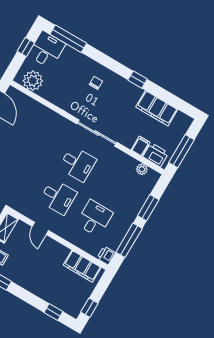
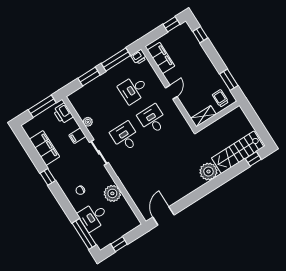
desk: (47, 50) -> (93, 217), moved
plant: (33, 81) -> (112, 193), moved
sliding door: (97, 133) -> (99, 152), width x0.73
filing cabinet: (141, 146) -> (77, 136), moved
plant: (142, 169) -> (88, 122), moved
door: (40, 228) -> (171, 92), moved

